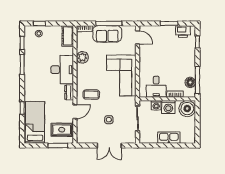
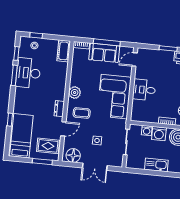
door: (137, 37) -> (135, 59), swing flipped
plant: (82, 57) -> (75, 93), moved
desk: (62, 70) -> (28, 73), moved, turned 180
desk: (156, 87) -> (144, 90), moved, turned 90
floor lamp: (87, 137) -> (73, 156), added

